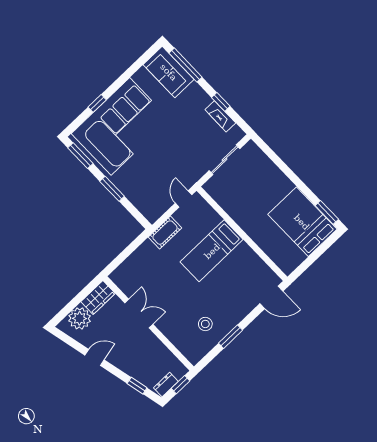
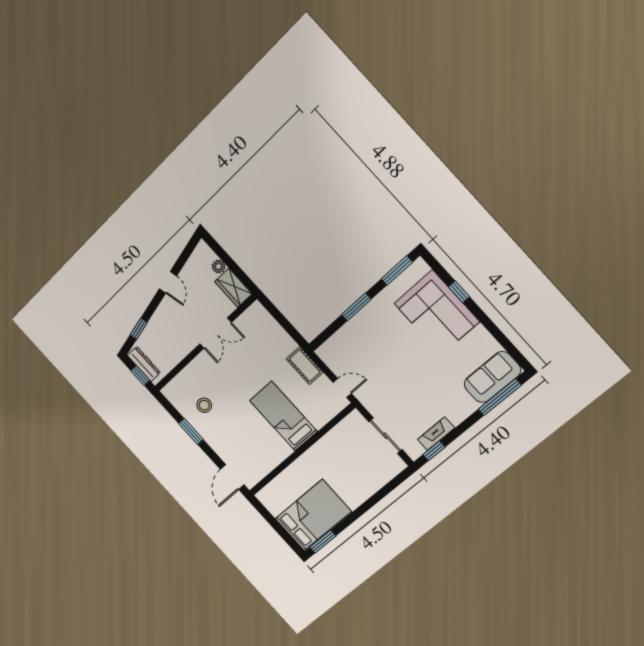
window: (221, 102) -> (434, 451), moved
corner sofa: (120, 126) -> (437, 313), width x0.73, depth x0.74
plant: (80, 318) -> (219, 267), width x0.53, depth x0.53
dresser: (166, 385) -> (144, 364), width x1.44

